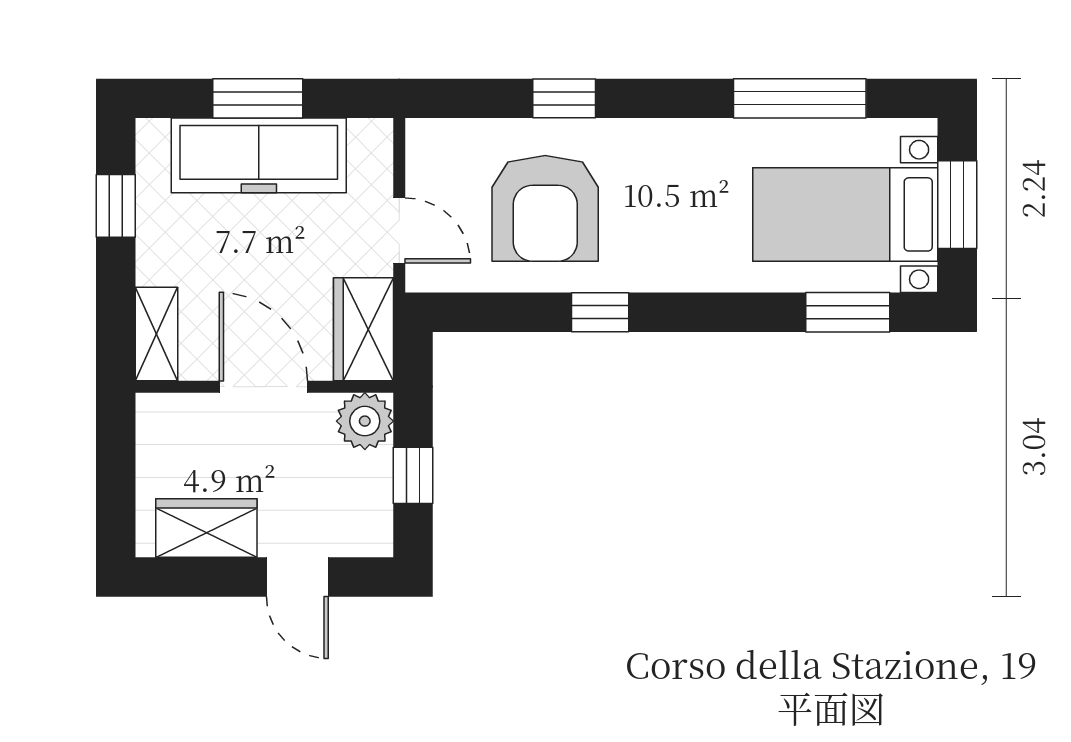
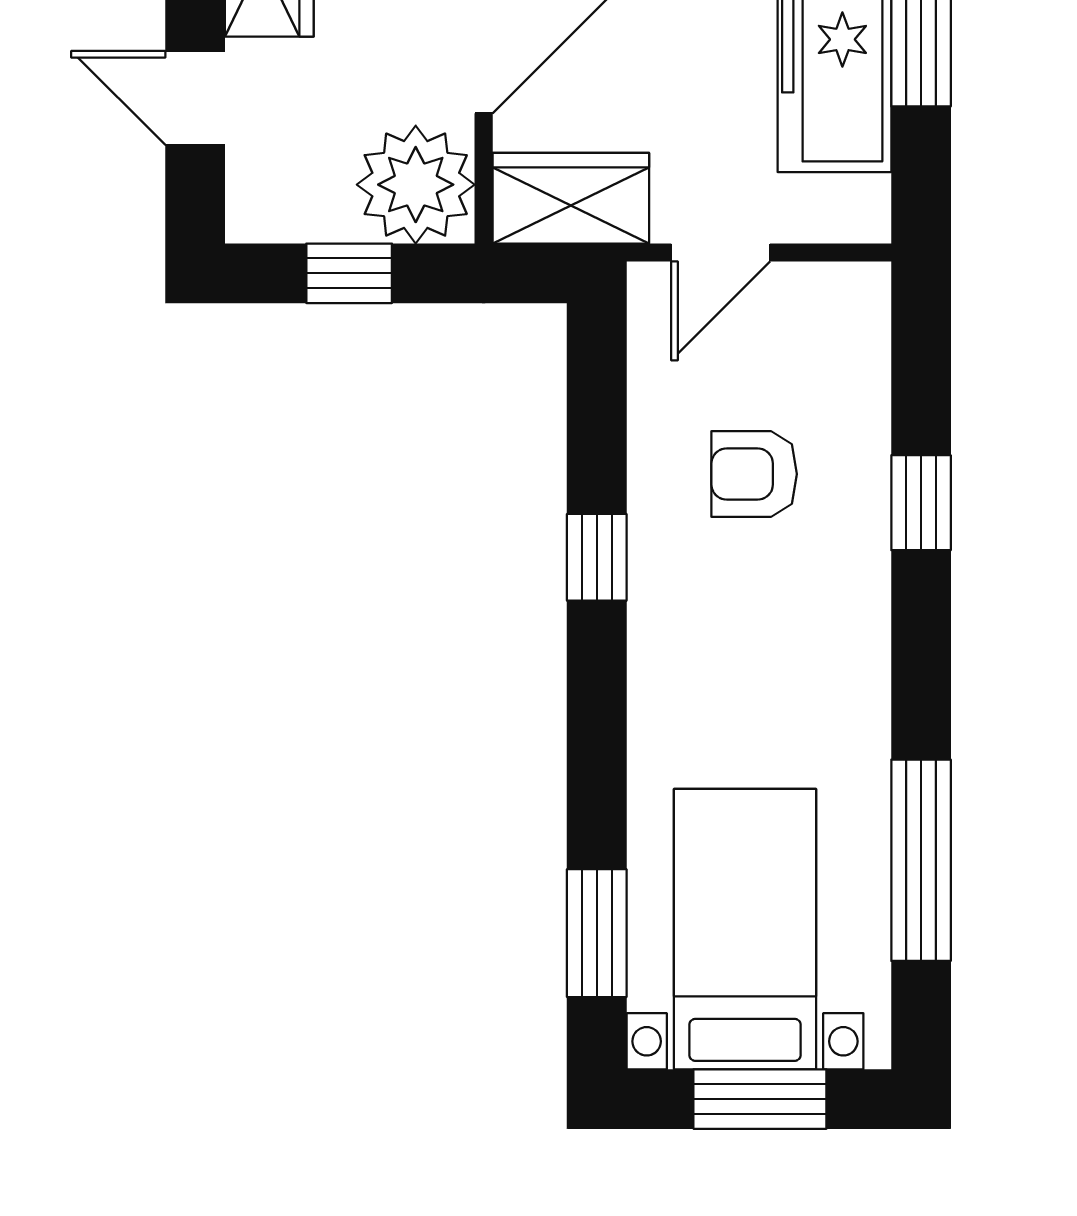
armchair: (545, 208) -> (754, 474), width x0.53, depth x0.53
plant: (365, 421) -> (416, 185), width x1.36, depth x1.36
door: (297, 577) -> (195, 98), hinge flipped

